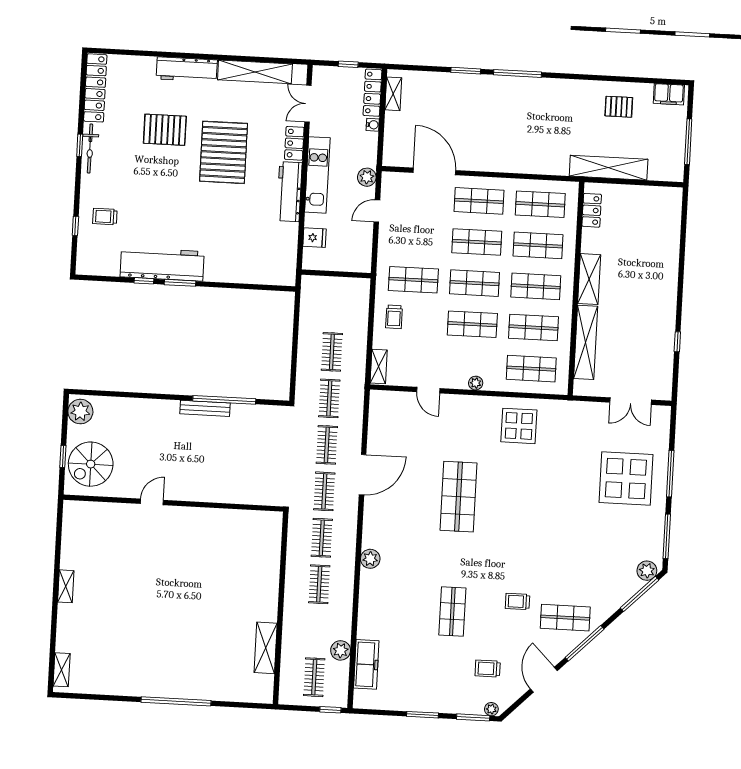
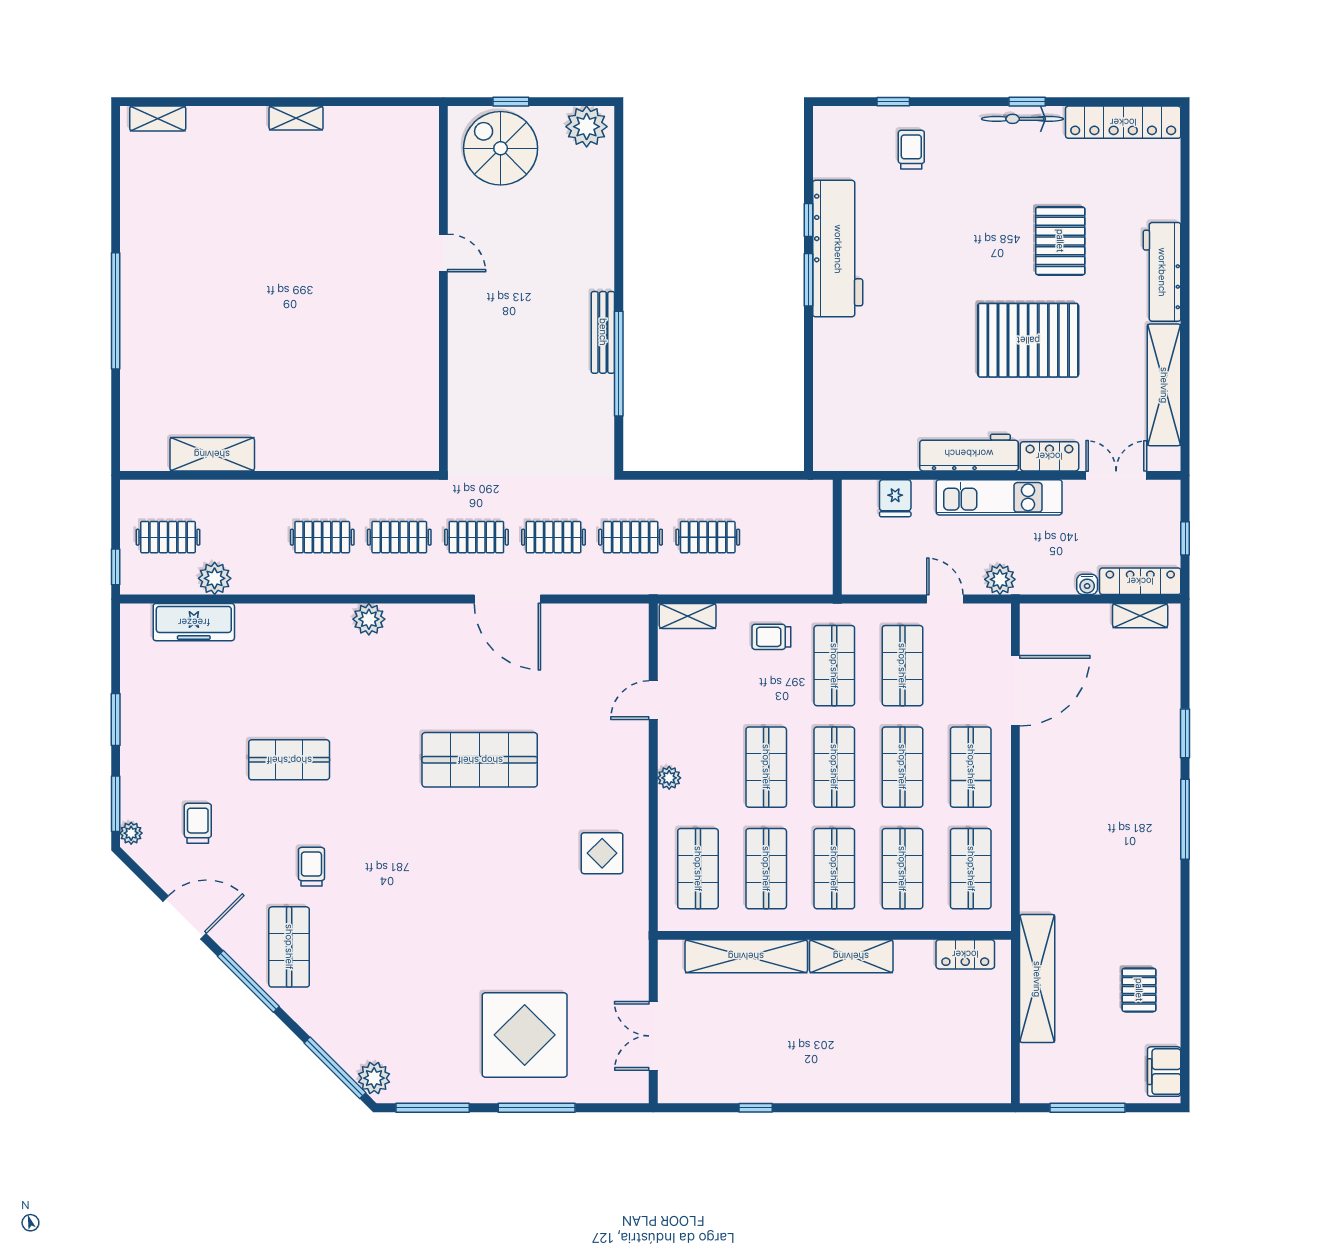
shop shelf: (416, 239) -> (902, 666), added
display table: (519, 426) -> (602, 853), width x0.73, depth x0.73

